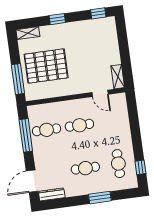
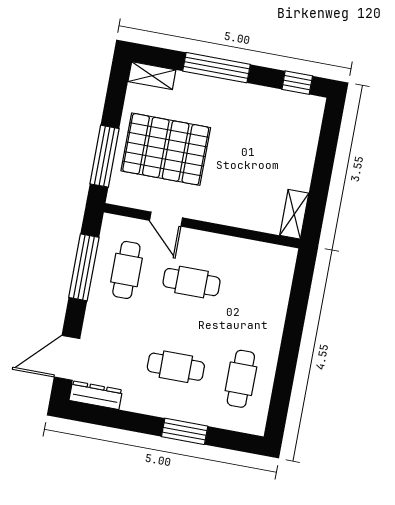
window: (57, 19) -> (216, 68), width x2.17
door: (100, 93) -> (166, 219), moved
cafe table: (47, 130) -> (126, 270), turned 90
window: (140, 167) -> (280, 400), removed

